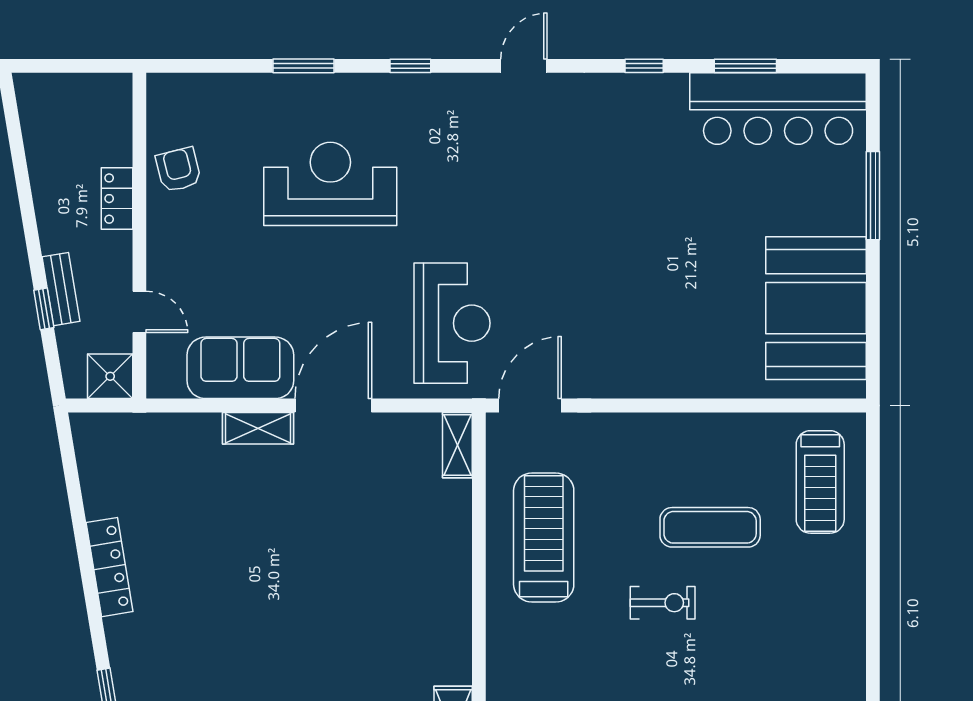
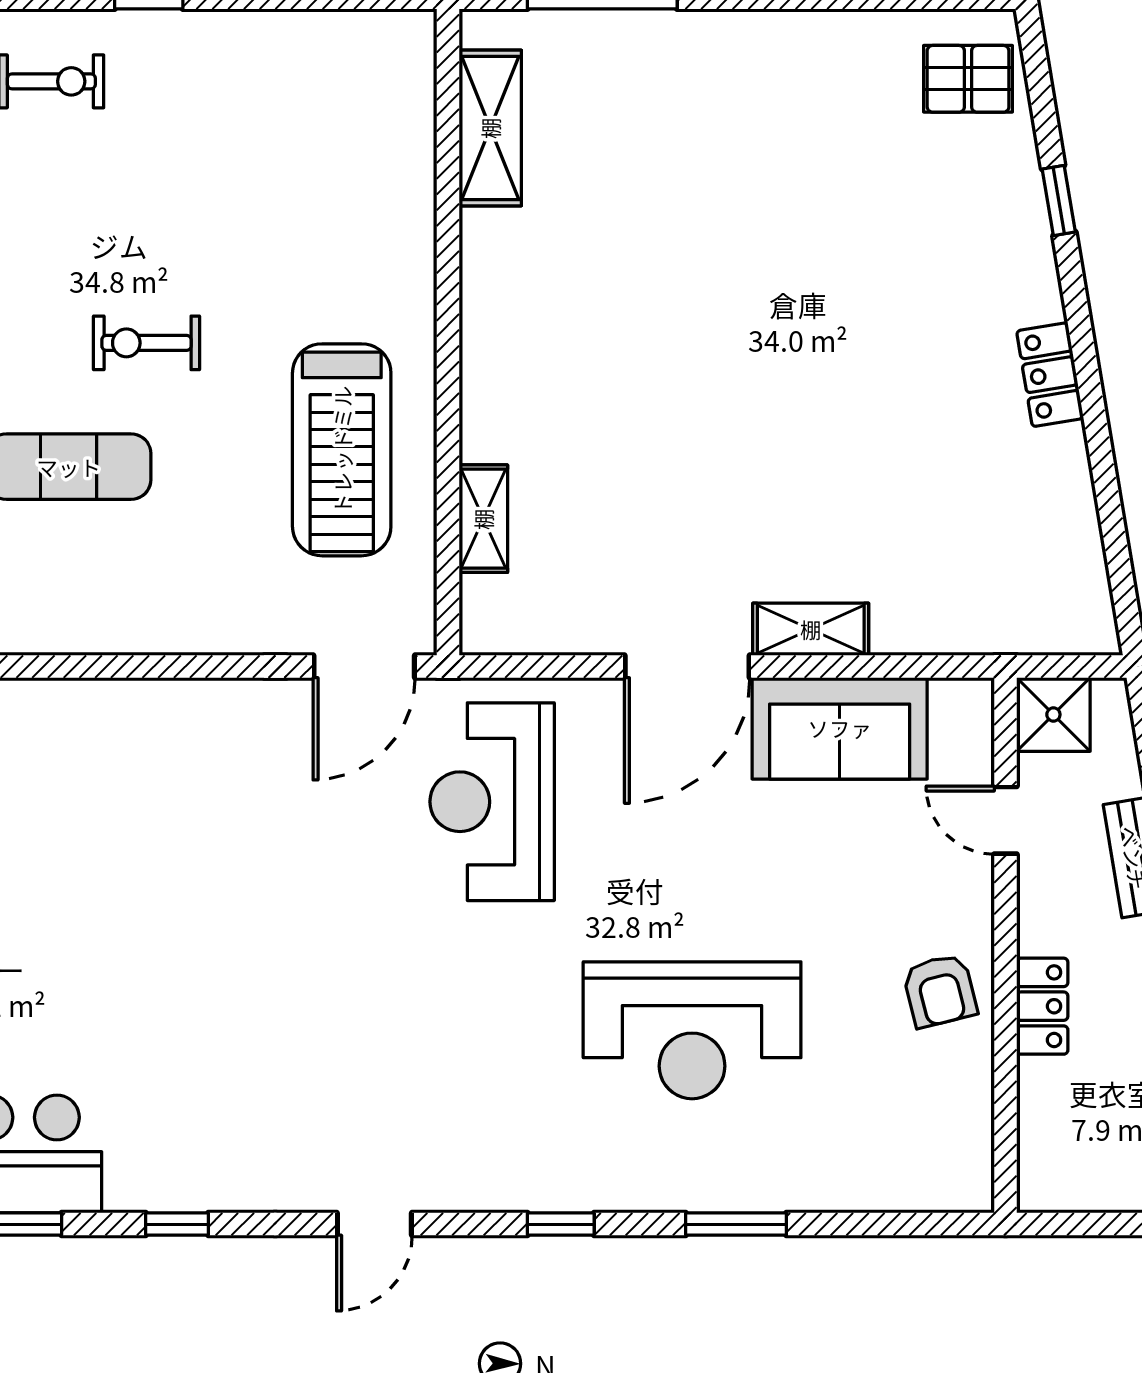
armchair: (178, 170) -> (940, 991), moved
shelving: (457, 445) -> (483, 519), moved
locker: (110, 567) -> (1050, 375), width x0.66

